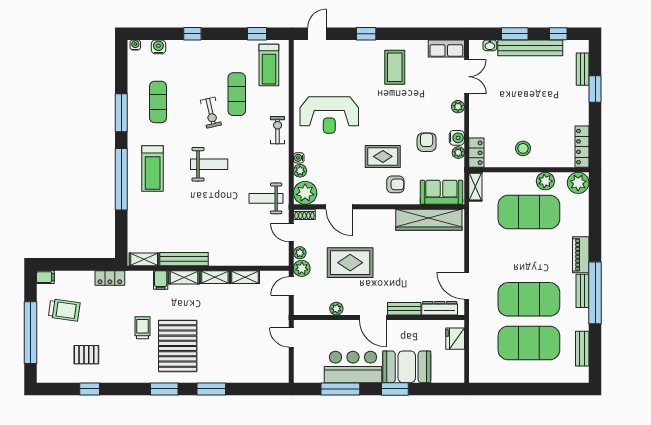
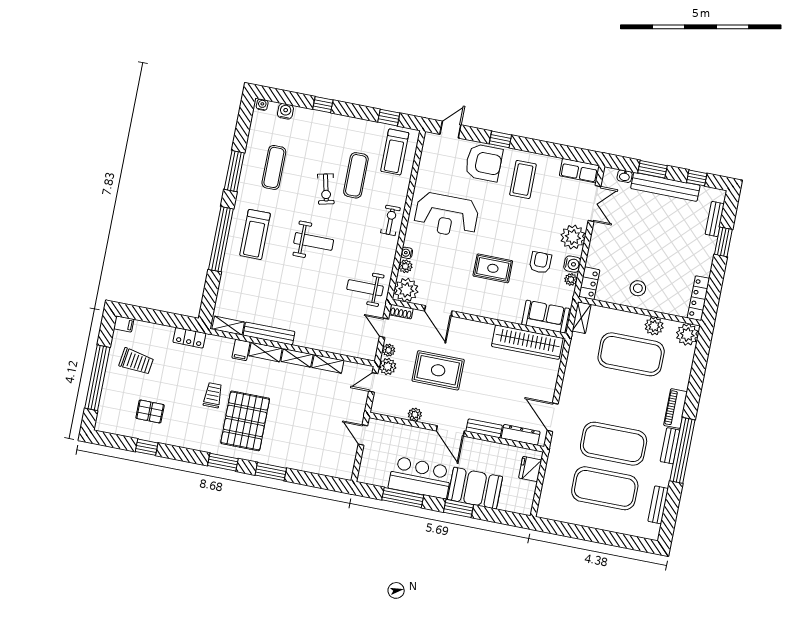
plant: (458, 107) -> (573, 237), width x1.87, depth x1.87
armchair: (395, 184) -> (484, 163), moved, width x1.88, depth x1.88

